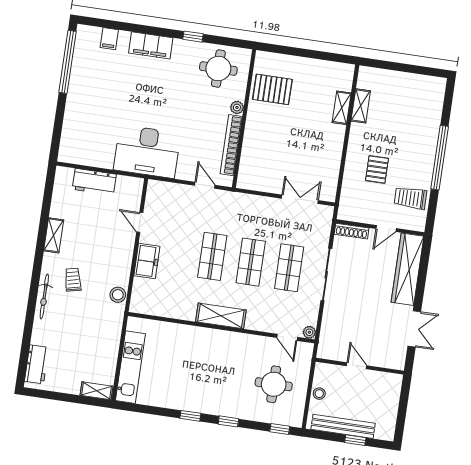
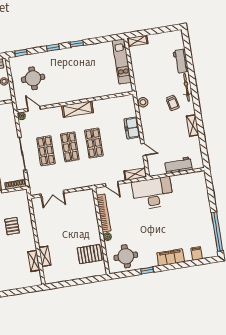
shelving: (164, 189) -> (135, 174), added
workbench: (37, 364) -> (181, 61), moved

